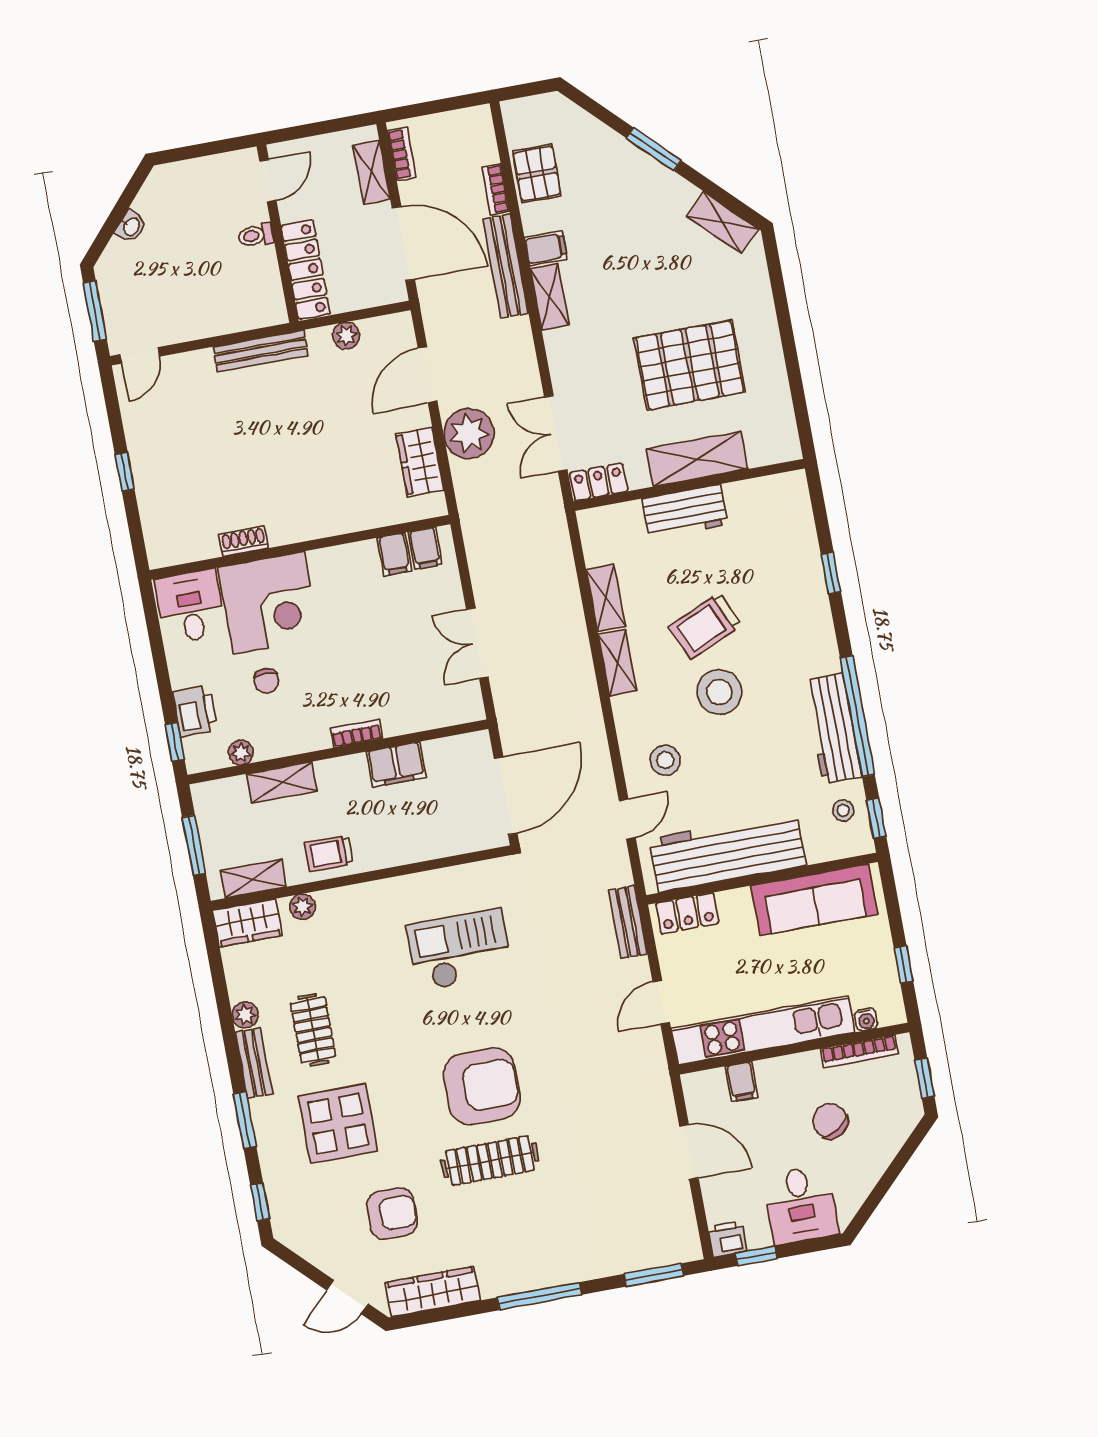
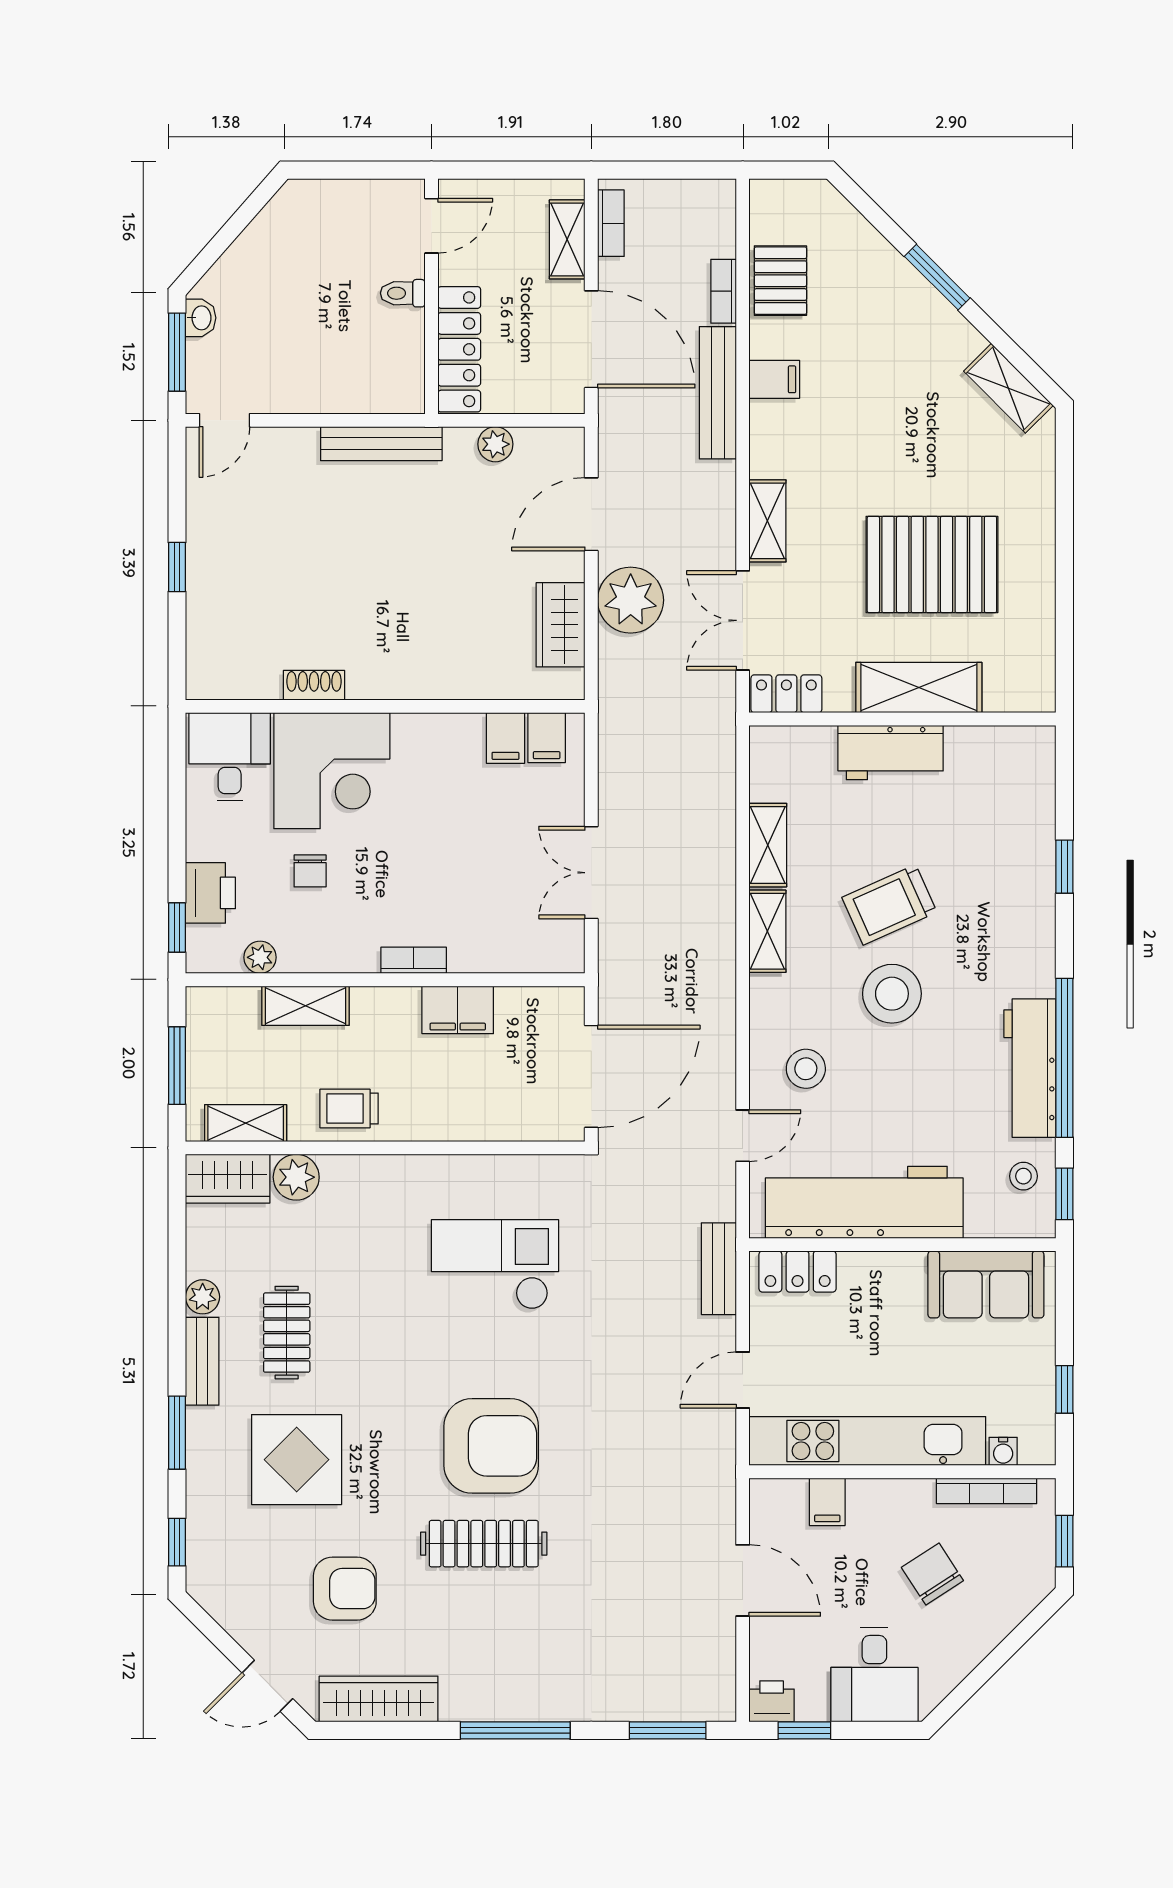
washbasin: (131, 226) -> (201, 318), moved, turned -41
shelving: (550, 297) -> (767, 521), moved
sofa: (814, 900) -> (986, 1284), width x0.73
plant: (302, 907) -> (296, 1177), width x1.38, depth x1.38

